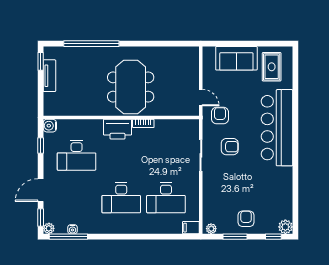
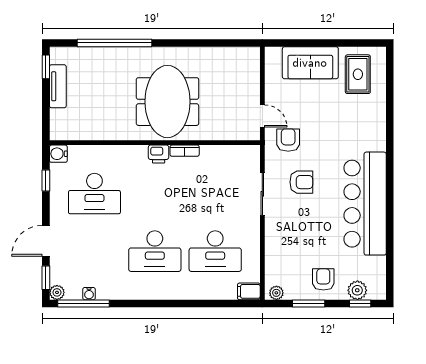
bar counter: (277, 128) -> (365, 204), moved
printer: (117, 129) -> (159, 154), width x0.53, depth x0.68
plant: (285, 227) -> (357, 290), moved

